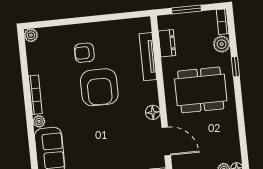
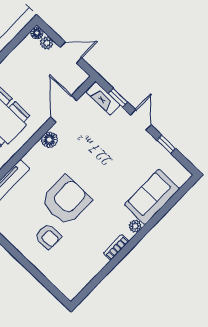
plant: (31, 35) -> (71, 292), removed
bookcase: (35, 95) -> (116, 247), width x0.64

